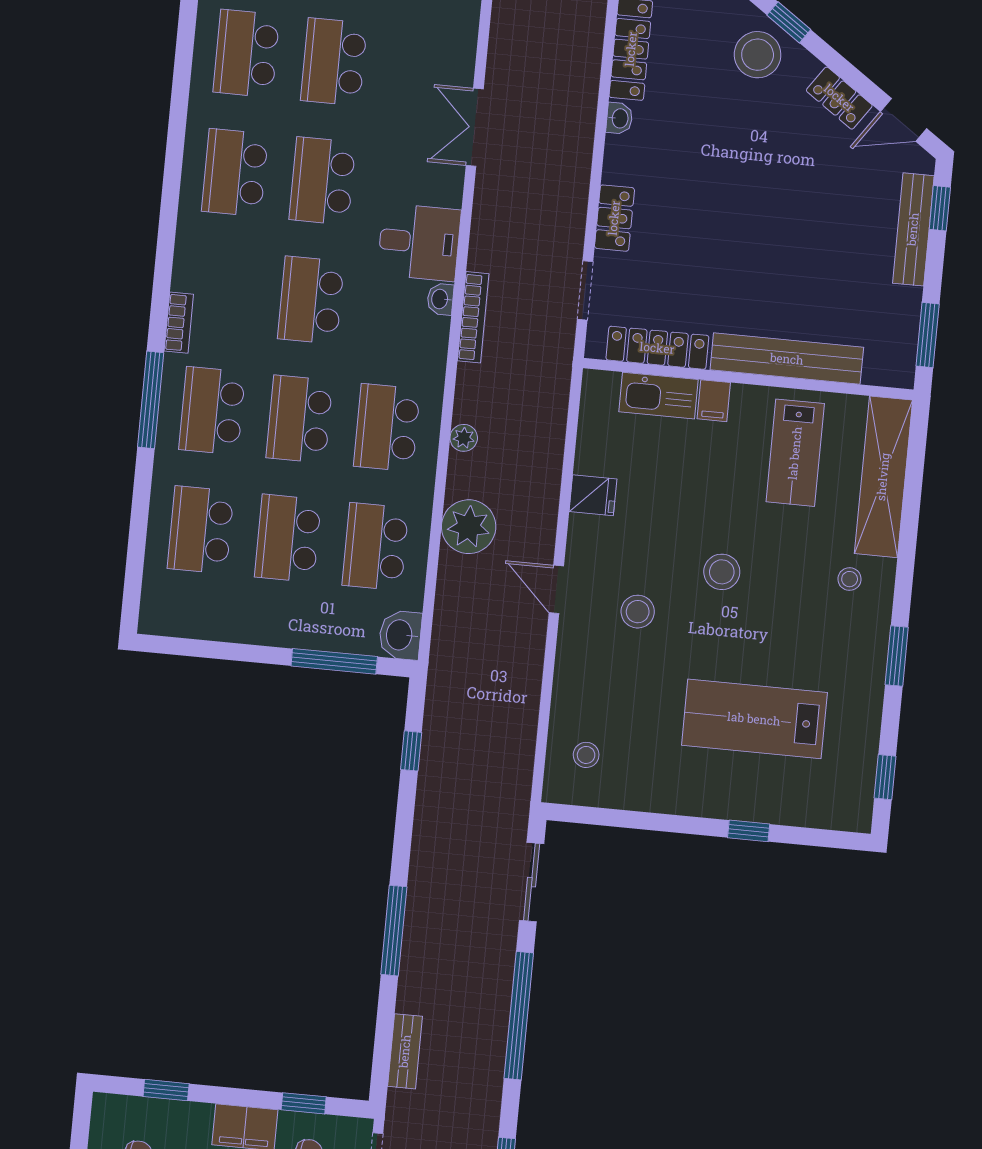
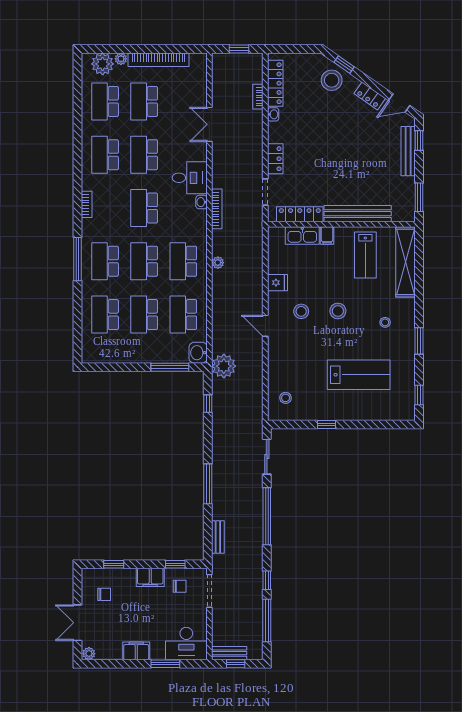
bookcase: (589, 76) -> (258, 97), added
bookcase: (179, 323) -> (87, 204), moved
plant: (469, 527) -> (224, 366), moved
stool: (850, 579) -> (385, 322), moved
stool: (638, 612) -> (301, 311), moved
lab bench: (754, 719) -> (359, 375), turned 180
window: (749, 831) -> (326, 425), moved

